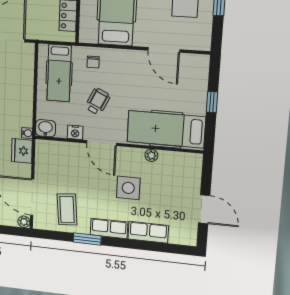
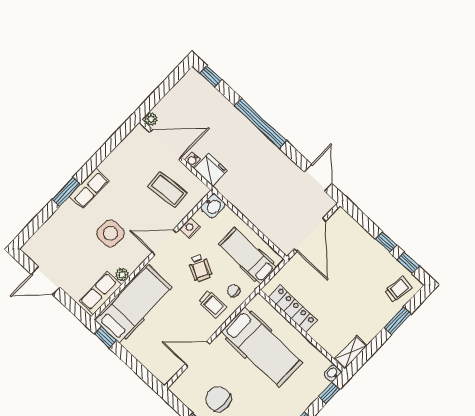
trolley: (116, 69) -> (213, 304), added
window: (212, 102) -> (105, 337), moved
water cooler: (27, 133) -> (193, 160), moved
coffee table: (67, 209) -> (168, 190), moved
row of seats: (148, 232) -> (100, 293), moved, turned 180
window: (87, 239) -> (66, 192), moved

